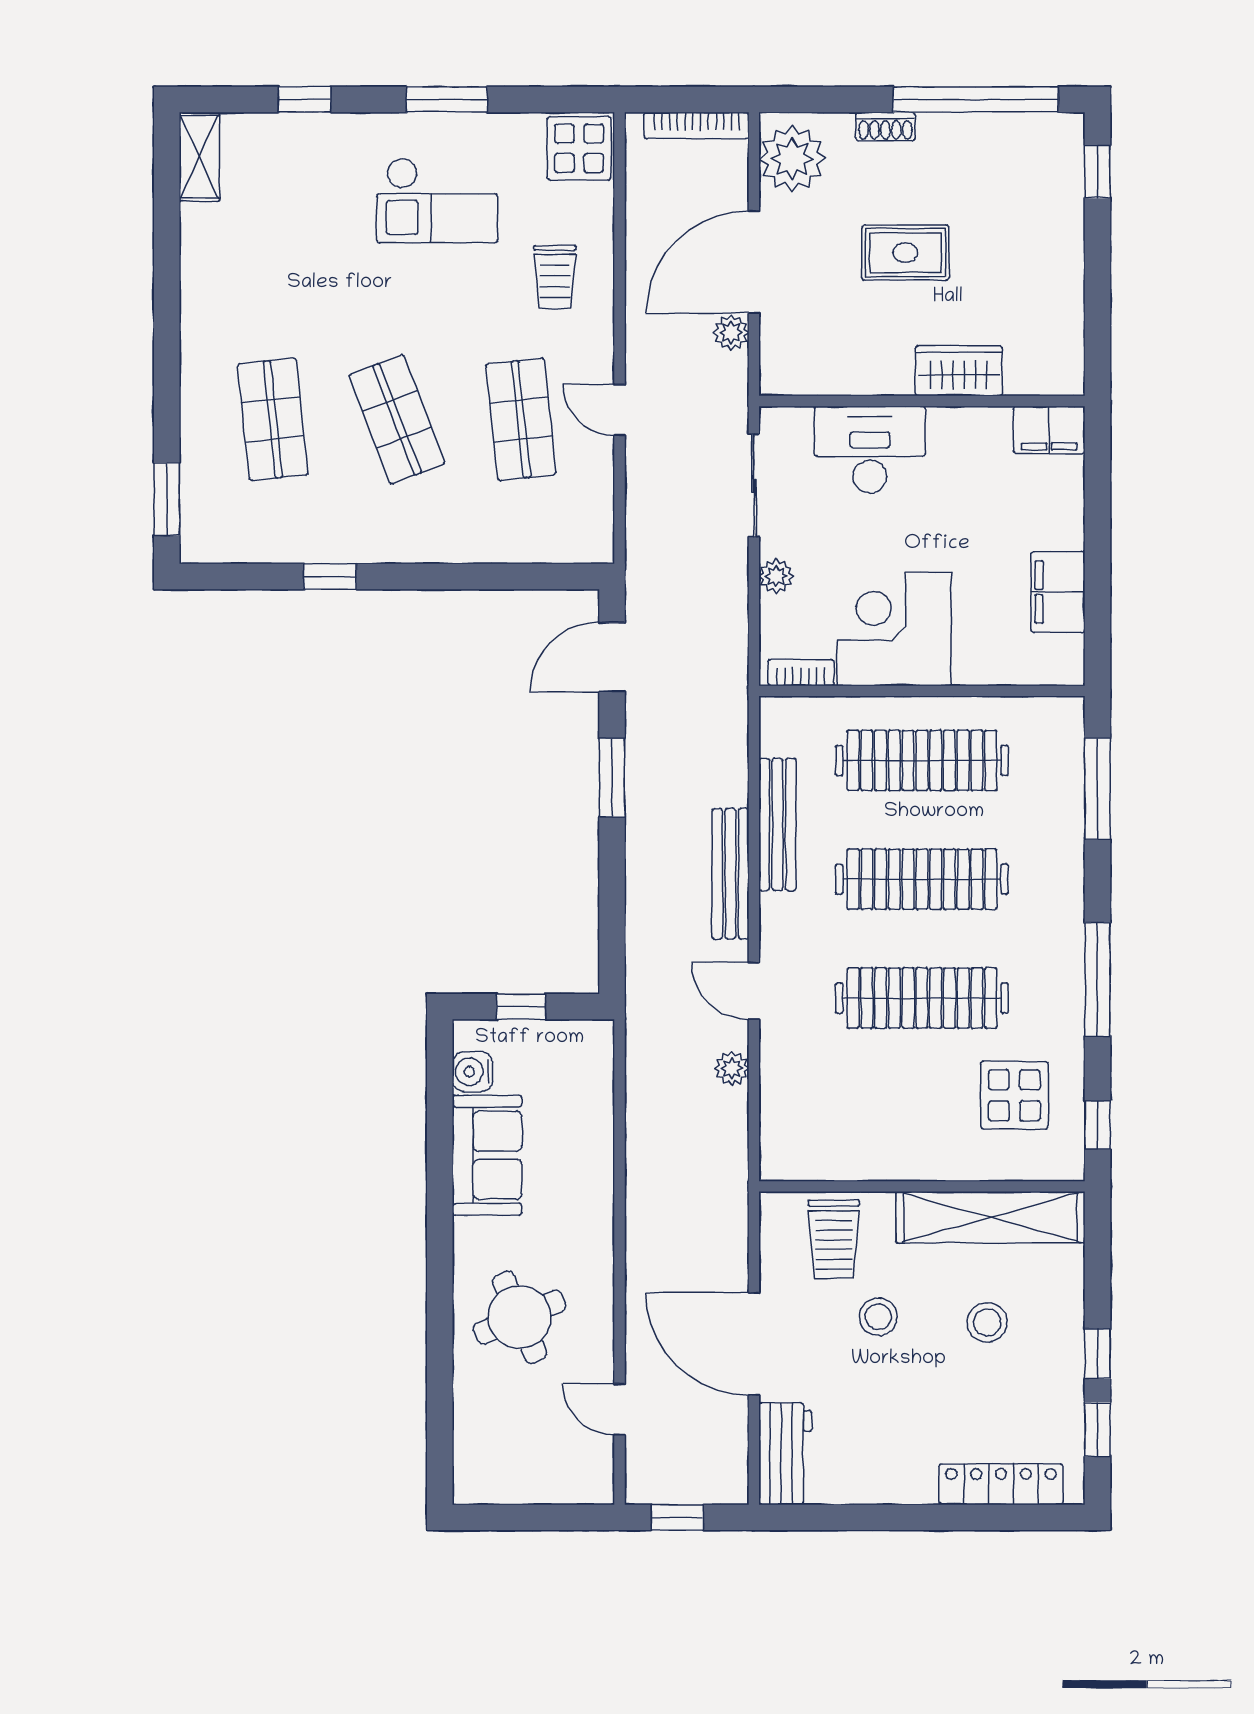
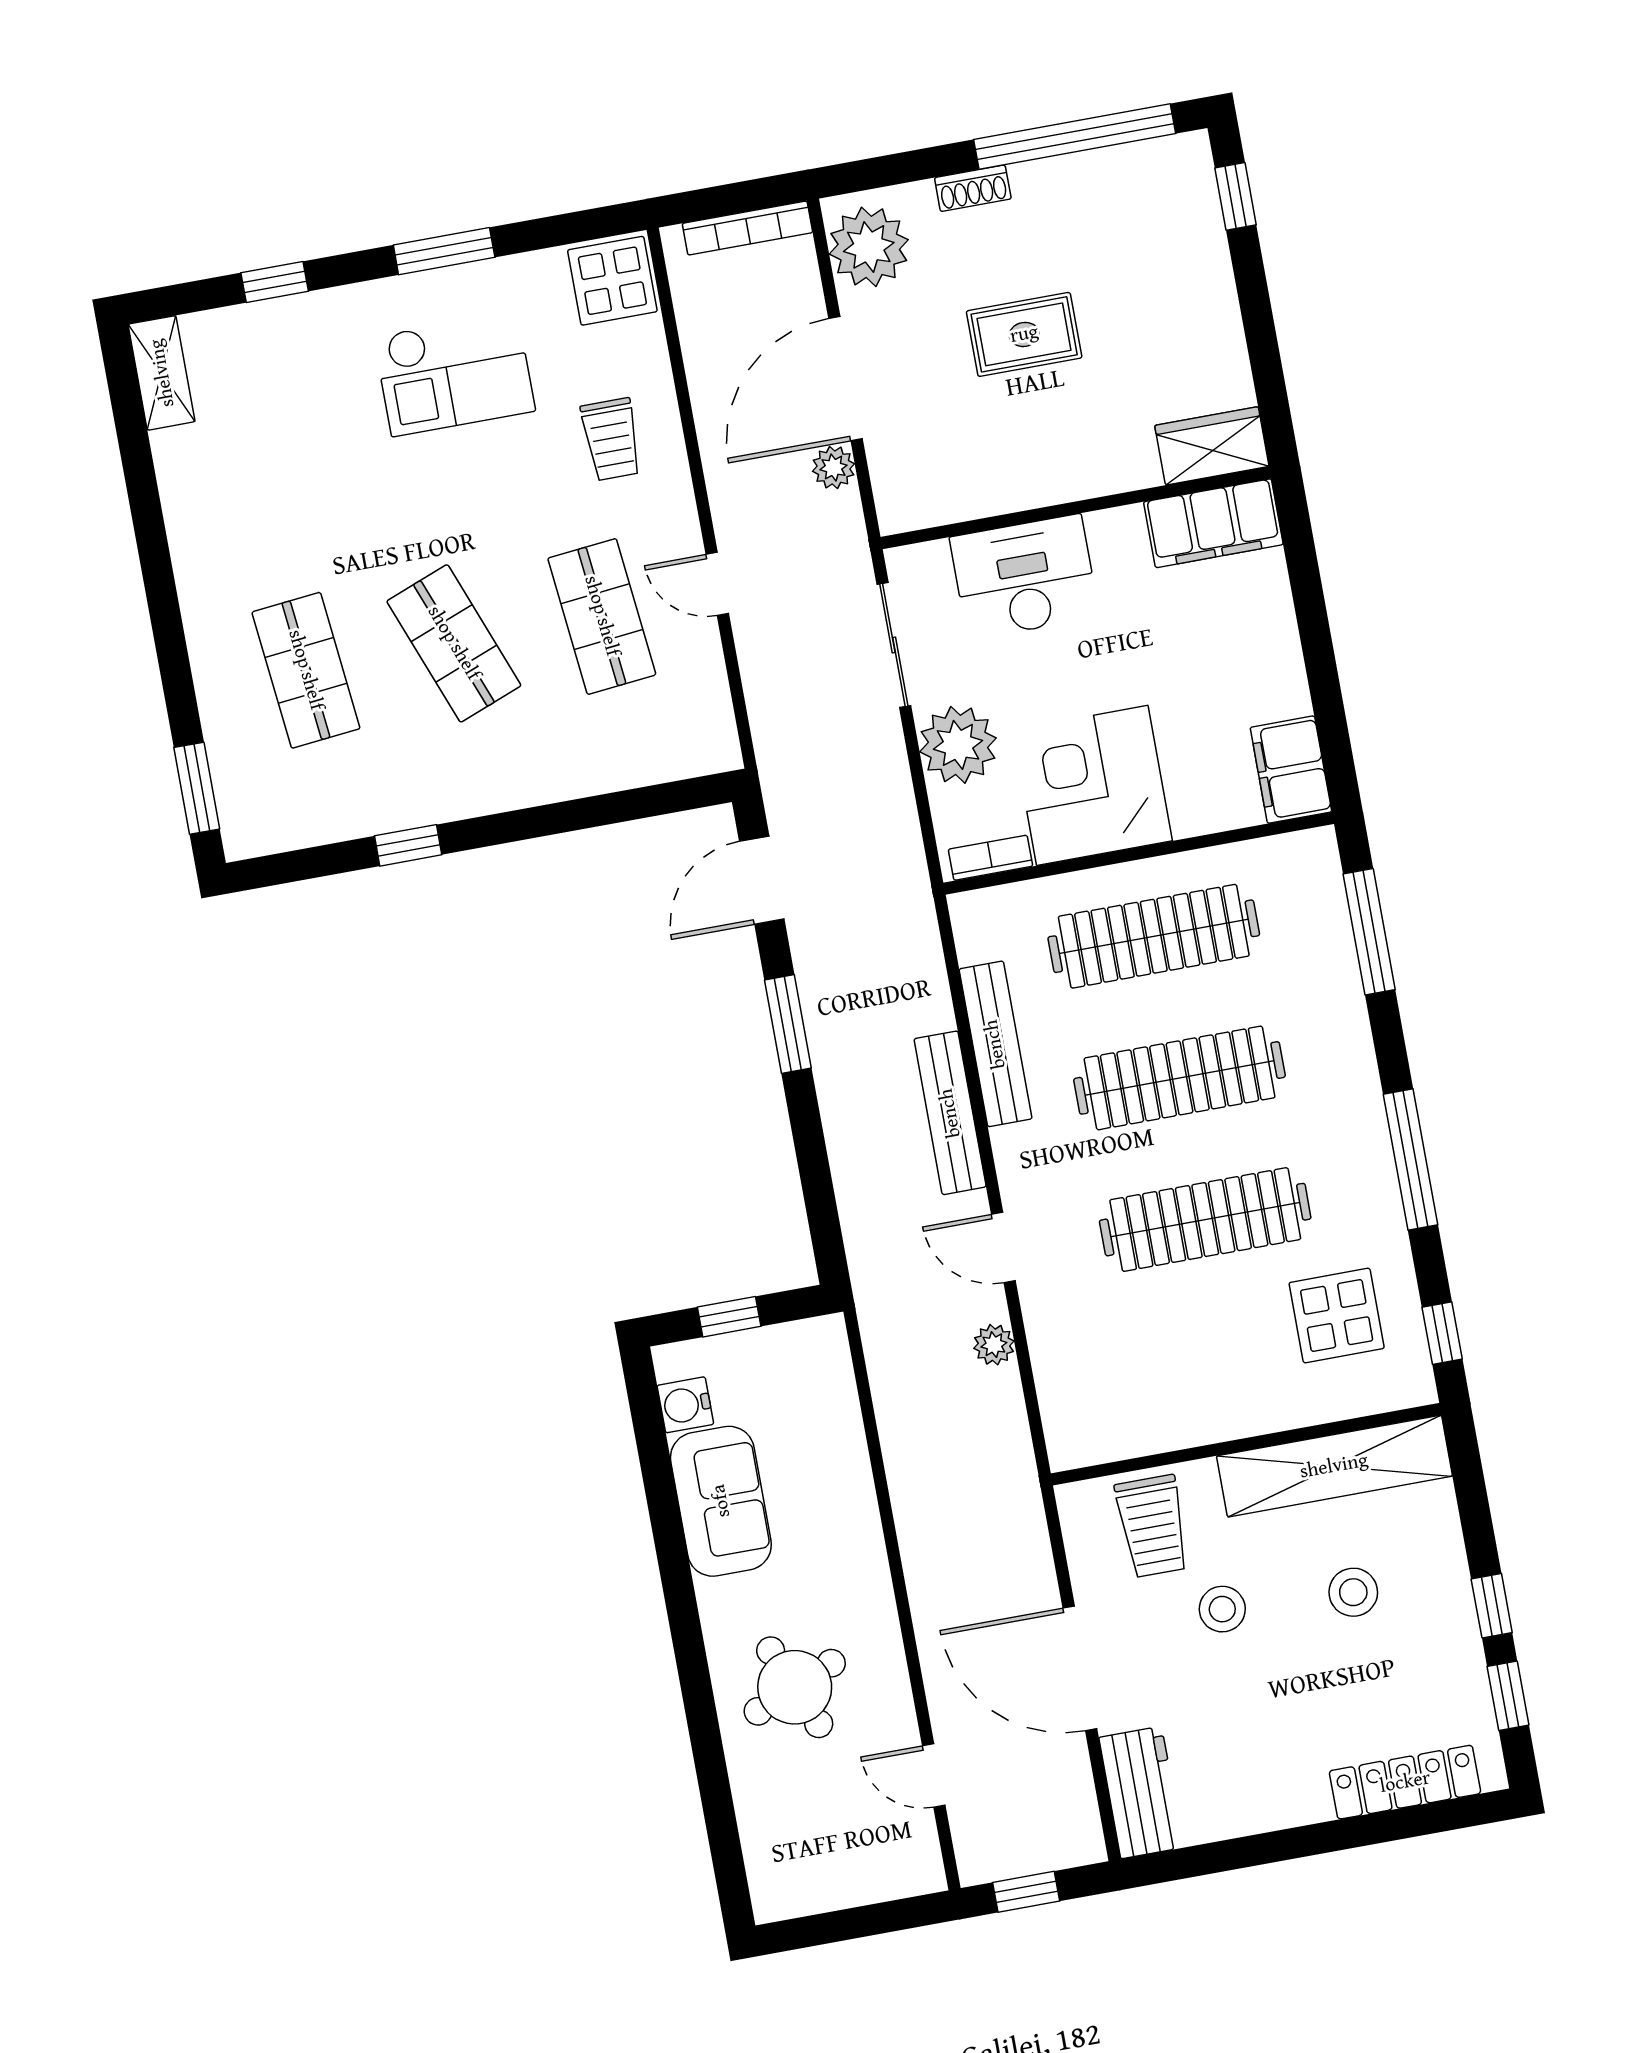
wardrobe: (959, 371) -> (1212, 446), moved
filing cabinet: (1049, 430) -> (1213, 523), width x1.50, depth x1.17
plant: (776, 576) -> (958, 745), width x1.88, depth x1.88
filing cabinet: (1058, 592) -> (1291, 770), moved

